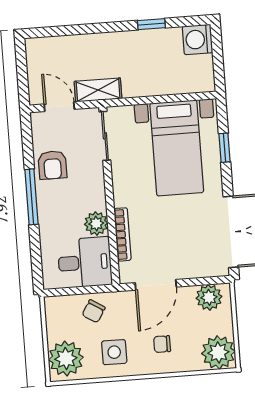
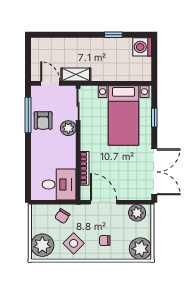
window: (32, 197) -> (28, 115), moved
plant: (96, 224) -> (68, 128), moved
door: (156, 285) -> (104, 202), swing flipped
side table: (114, 352) -> (74, 243), turned 45

